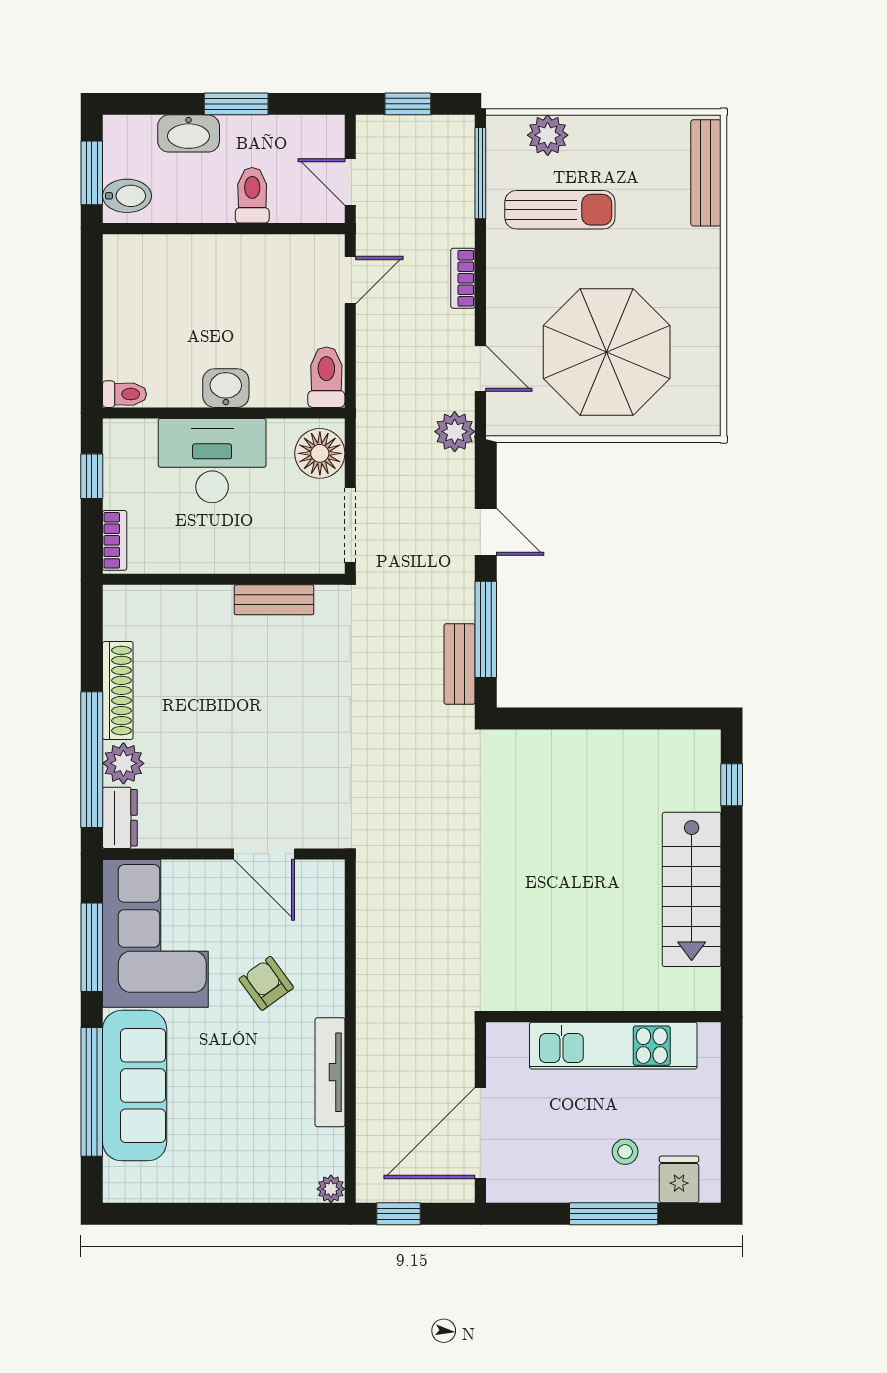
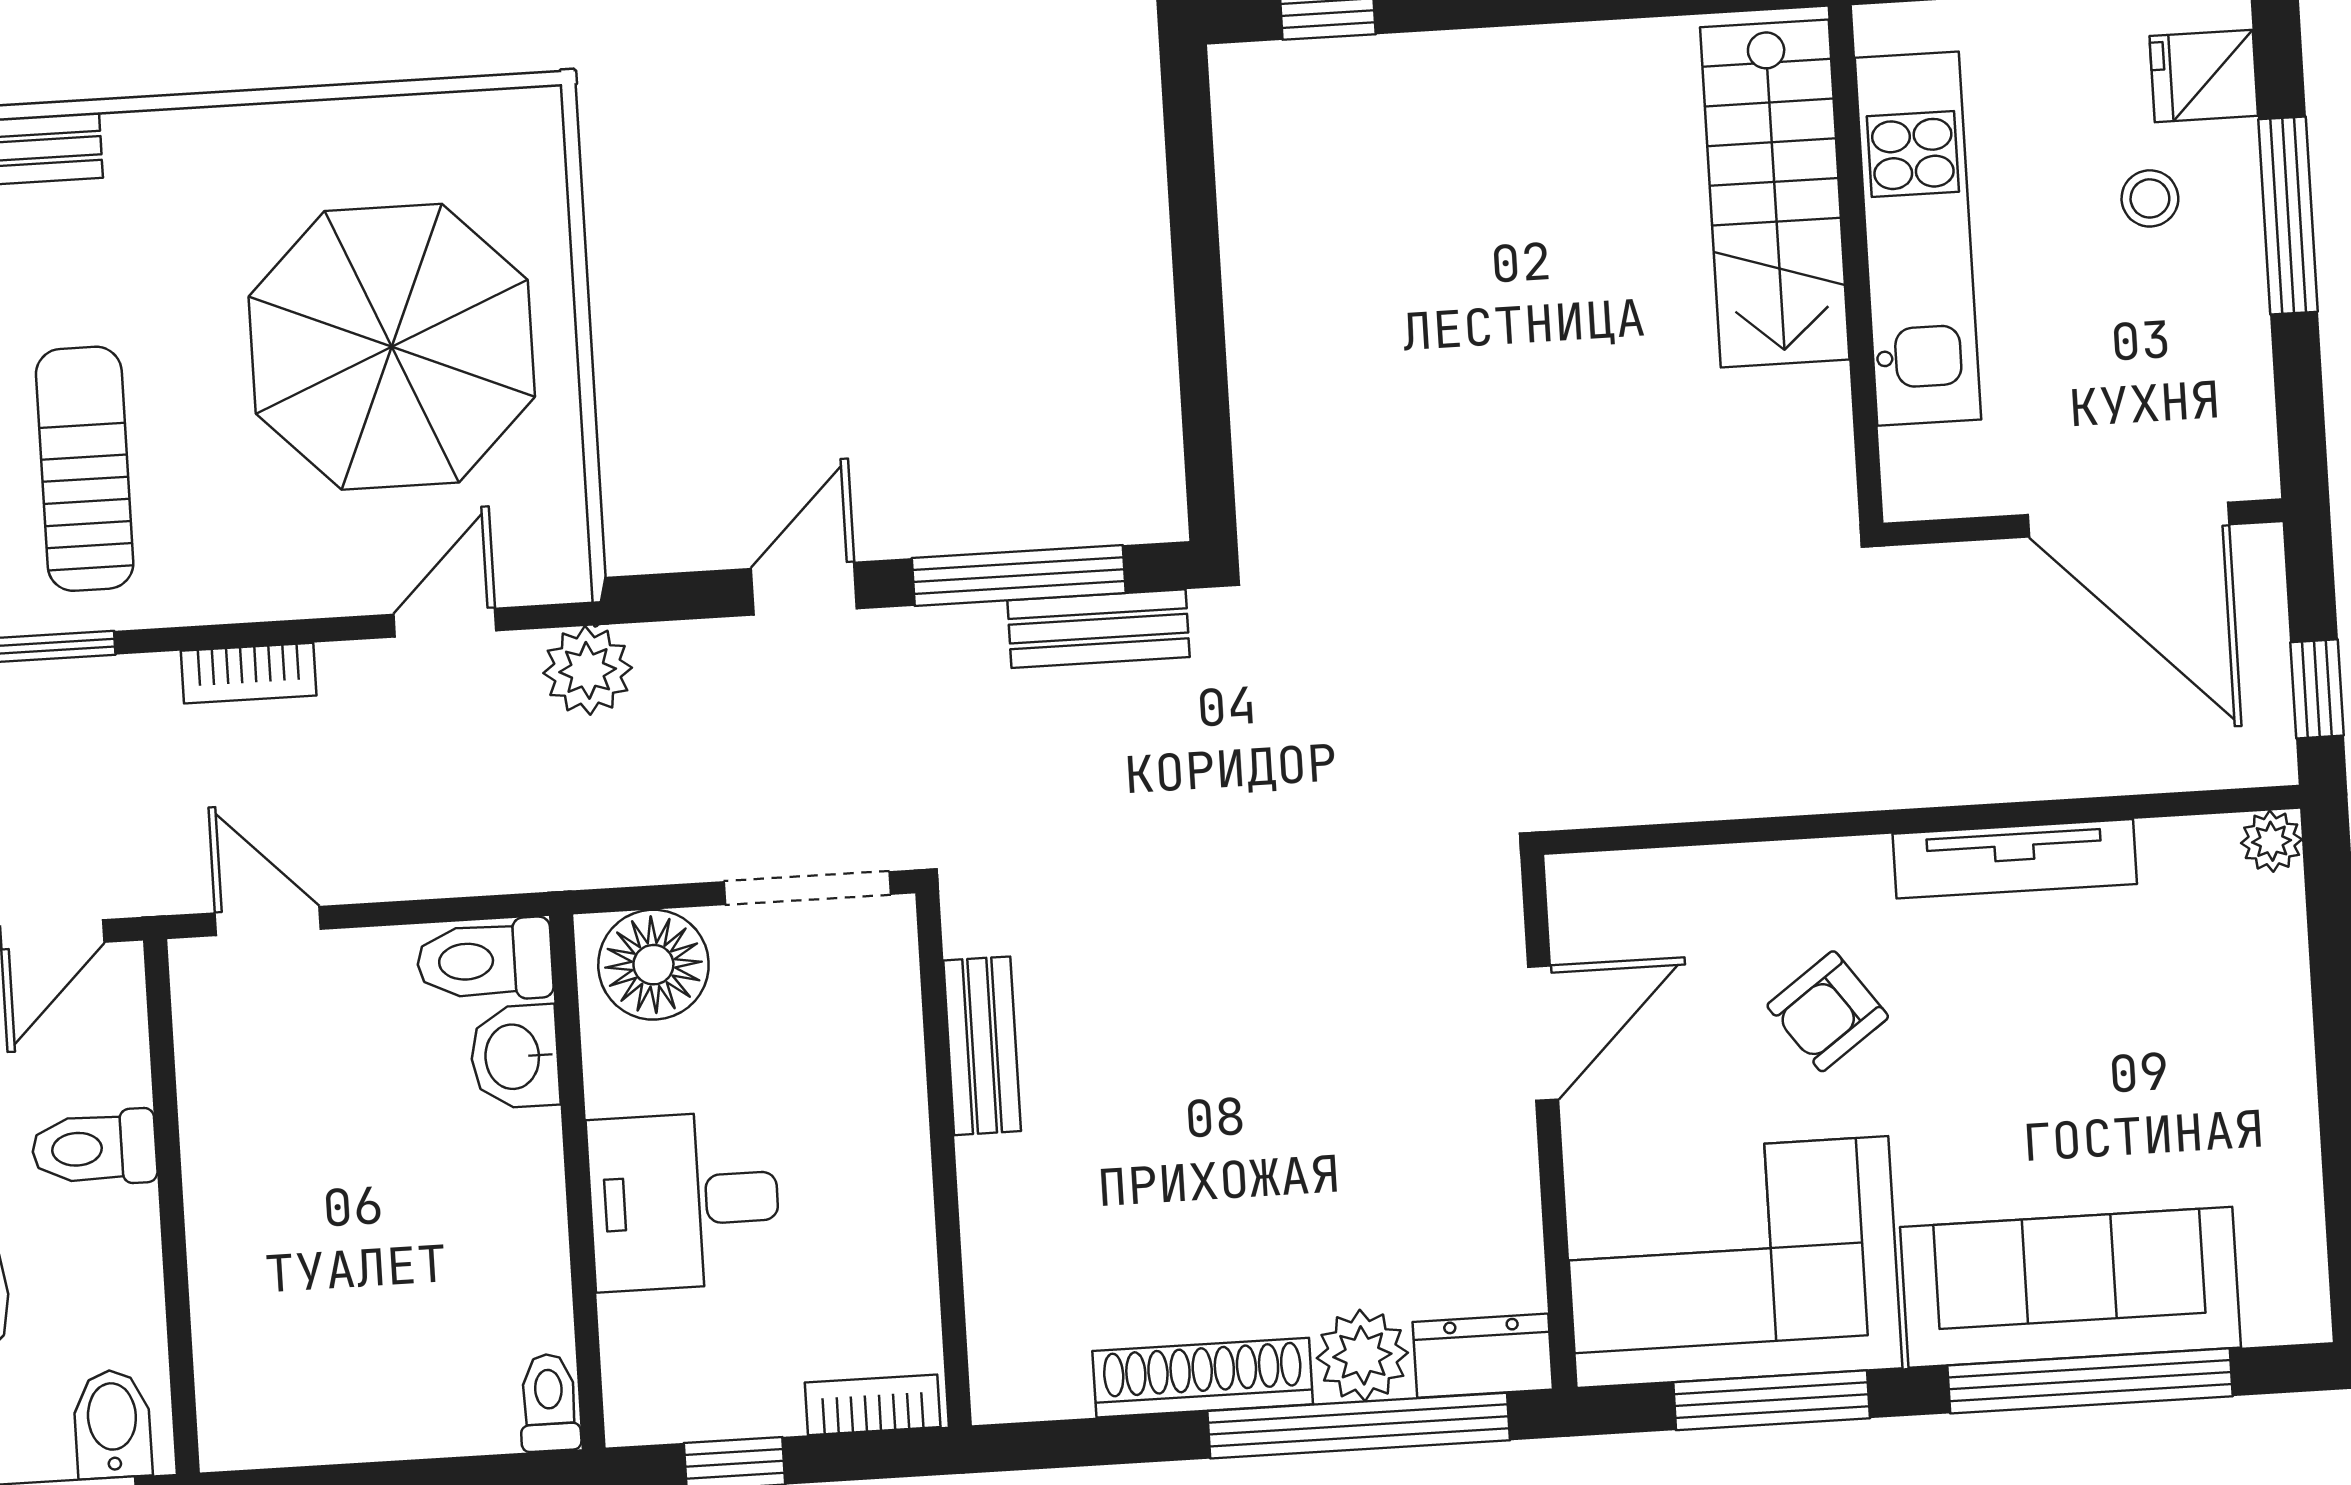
washbasin: (226, 388) -> (515, 1057), moved
desk: (212, 461) -> (684, 1201), width x0.73
stairs: (692, 889) -> (1775, 193), moved, turned 90

